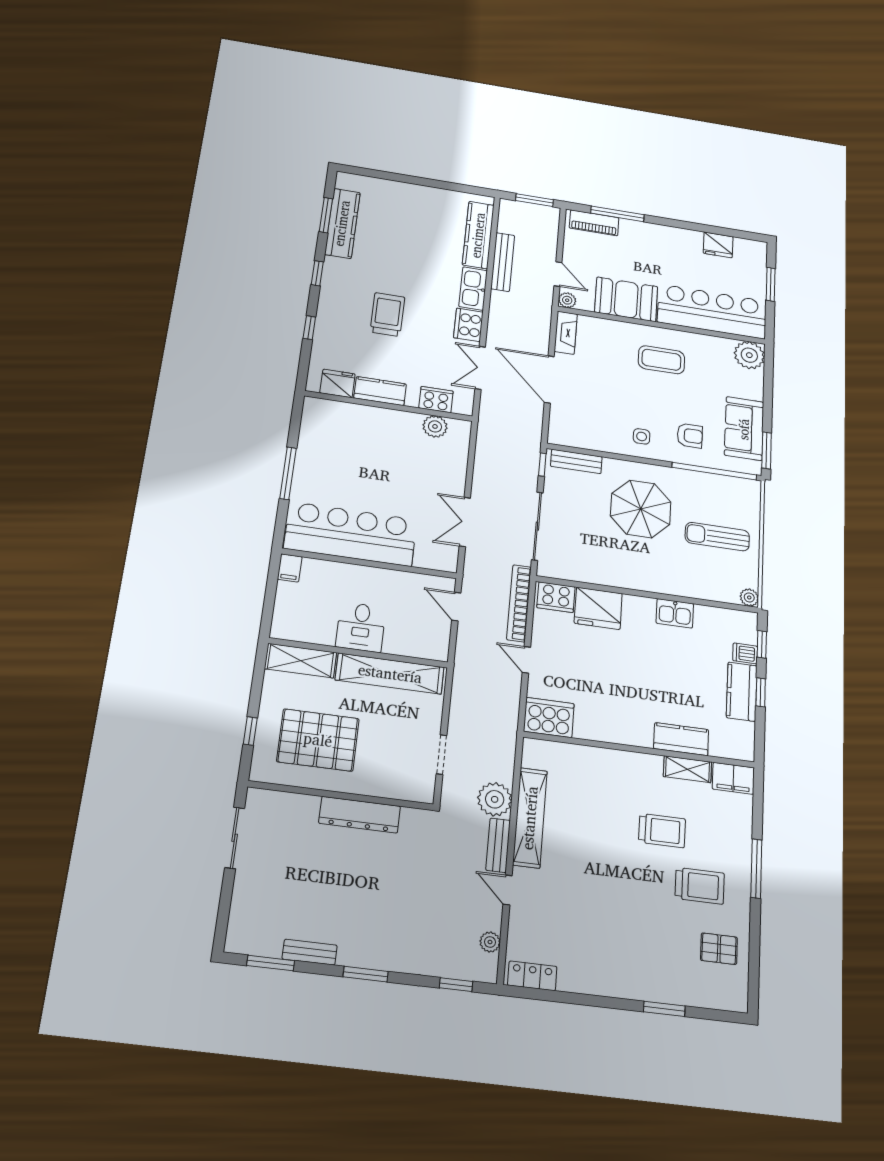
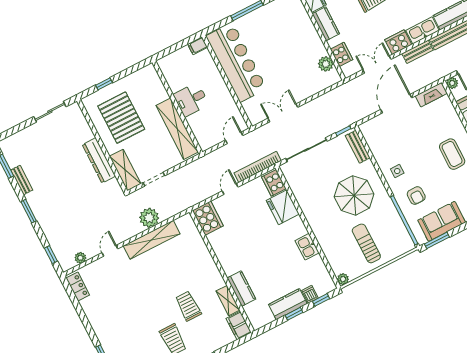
shelving: (301, 661) -> (125, 170), moved
trolley: (662, 831) -> (188, 306), turned 180
bench: (498, 845) -> (418, 52), moved

